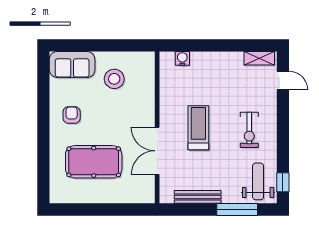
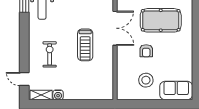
water cooler: (182, 58) -> (58, 95), moved
armchair: (72, 115) -> (146, 51), moved
exercise bike: (249, 130) -> (50, 54), moved

